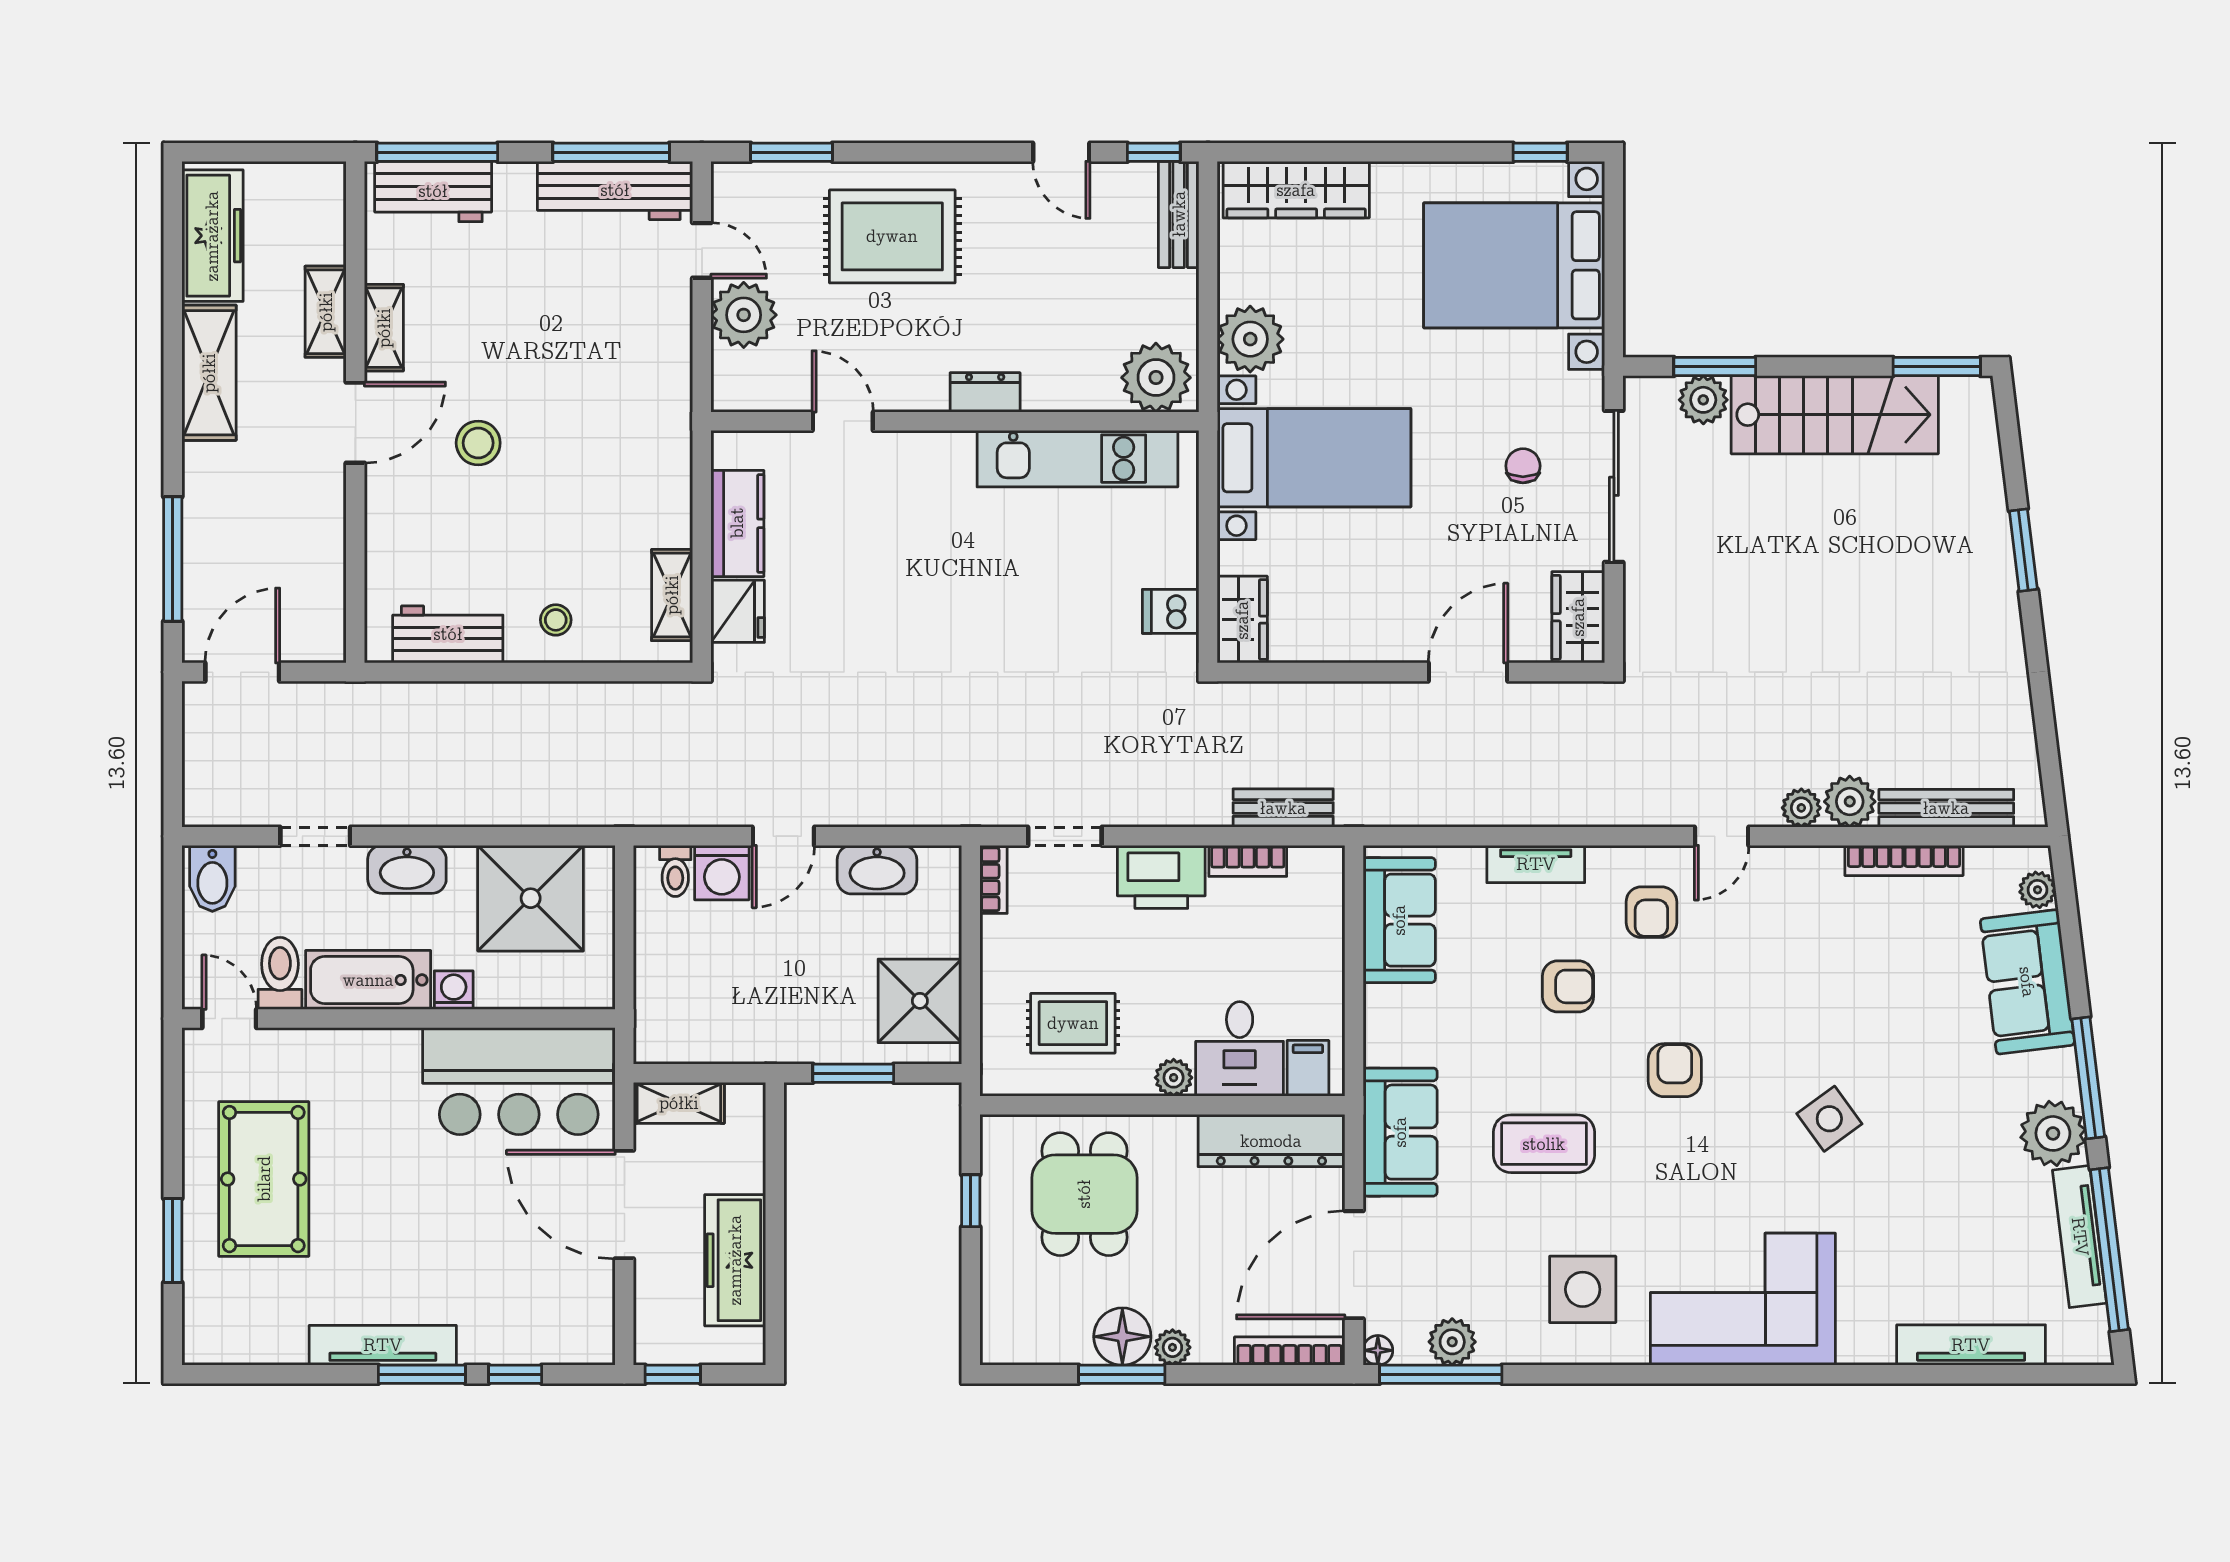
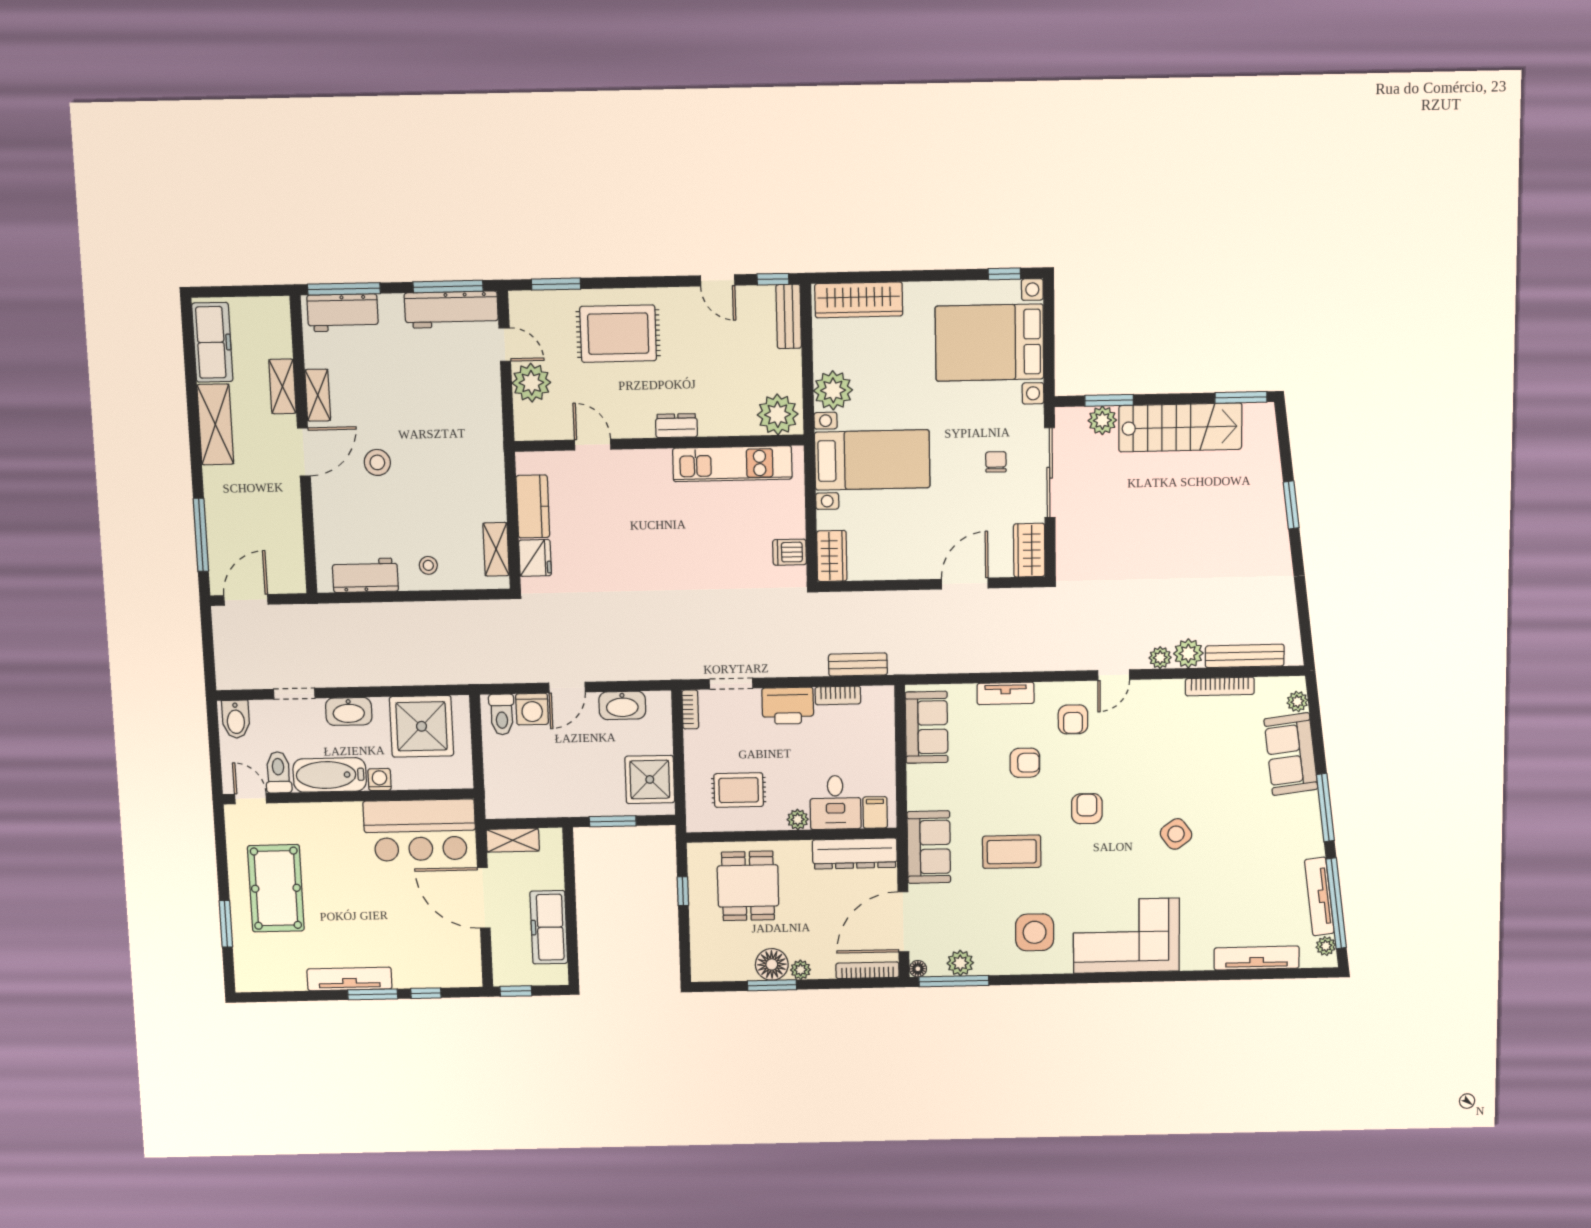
toilet: (675, 871) -> (502, 714), width x1.37, depth x1.39
plant: (2053, 1133) -> (1326, 946), moved, width x0.53, depth x0.53

